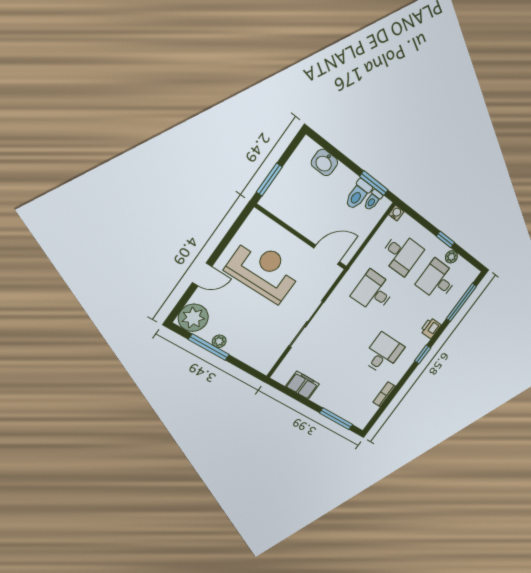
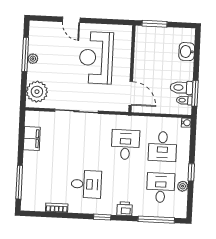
reception desk: (264, 270) -> (96, 58), turned 180
plant: (193, 318) -> (37, 92), moved

